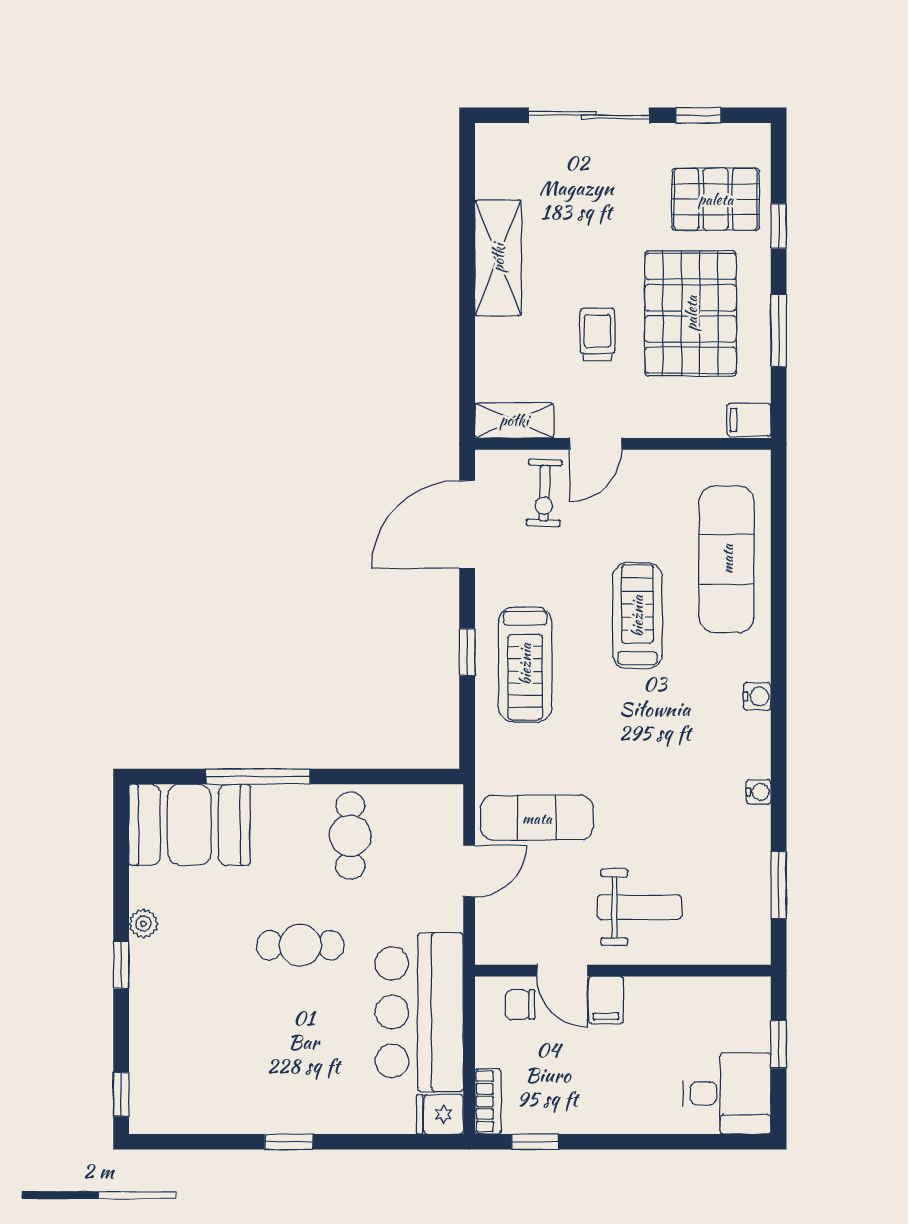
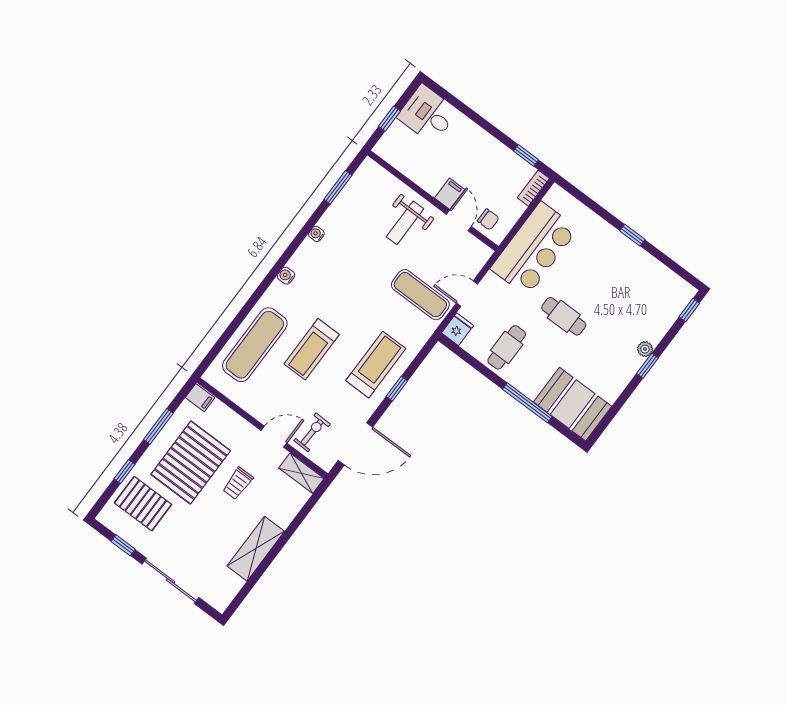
weight bench: (639, 907) -> (405, 223), turned -90
plant: (143, 924) -> (645, 349), moved
fridge: (440, 1114) -> (458, 329), moved, turned -90

